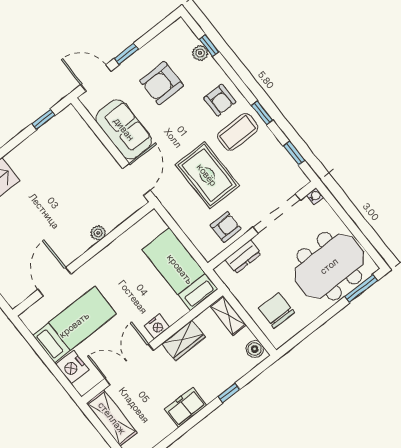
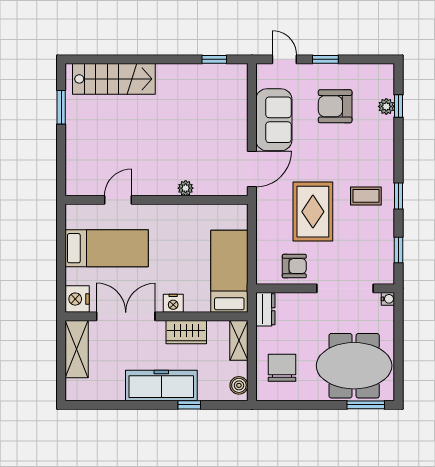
door: (96, 78) -> (284, 59), width x0.73
armchair: (220, 100) -> (372, 158), removed
coffee table: (238, 132) -> (366, 196), width x0.73, depth x0.77
dresser: (243, 257) -> (265, 309), moved, turned -90
door: (54, 282) -> (118, 200), width x0.73
nightstand: (72, 367) -> (77, 299), moved
freezer: (186, 407) -> (161, 385), width x1.91, depth x1.26

